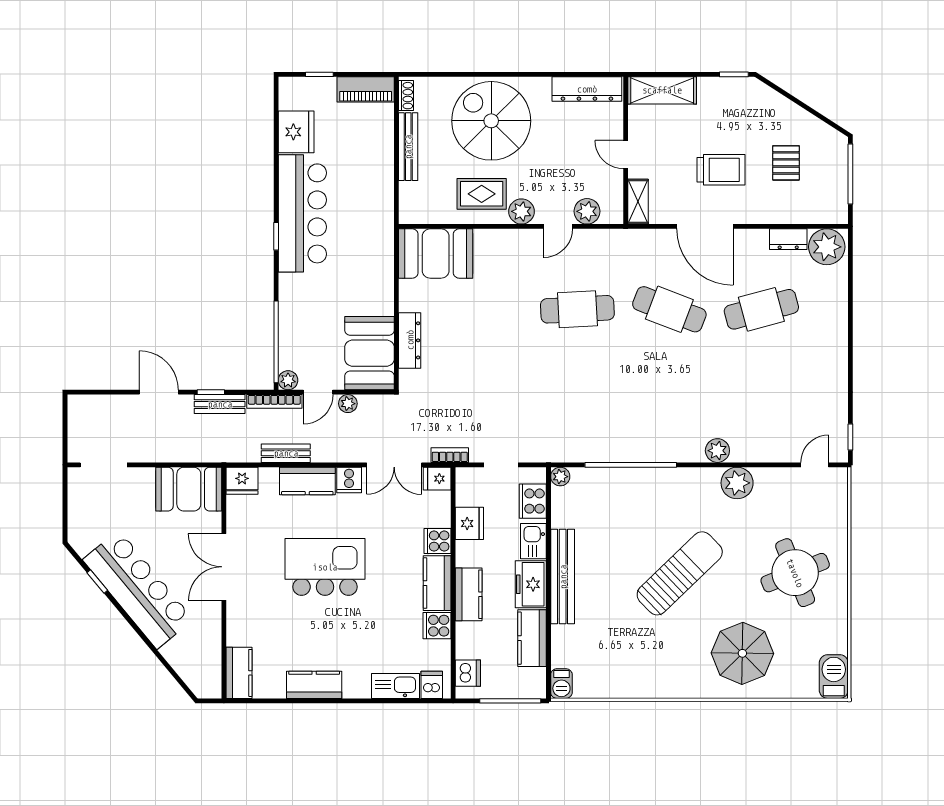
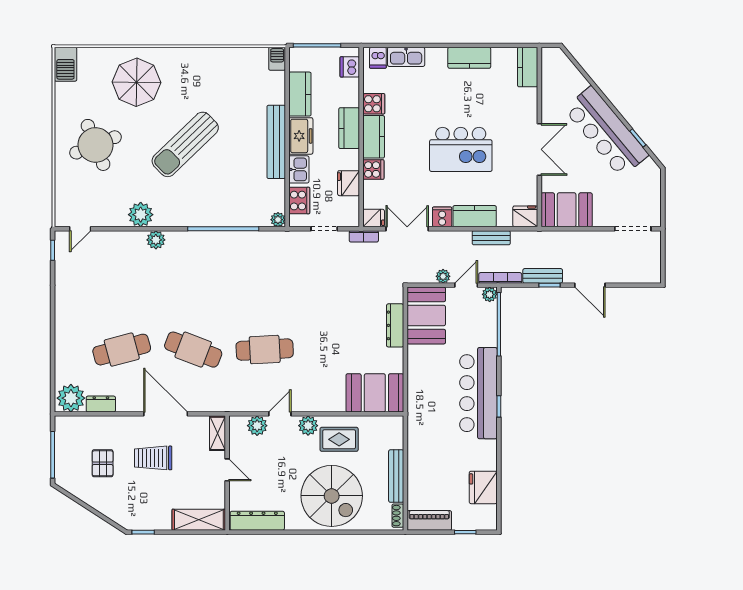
bar counter: (302, 213) -> (478, 393), moved

